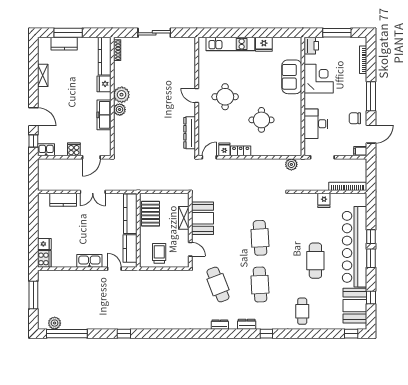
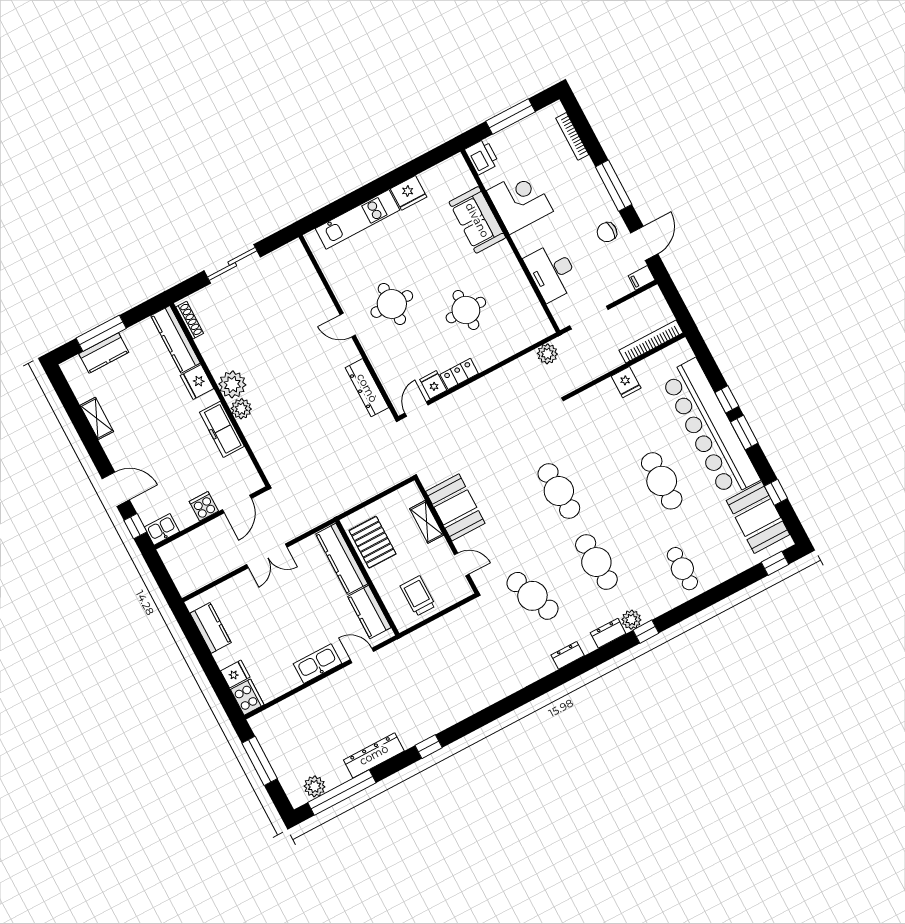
kitchen counter: (63, 200) -> (211, 628), moved, turned -90
dresser: (93, 323) -> (374, 755), added
plant: (262, 324) -> (631, 620), added

